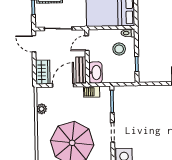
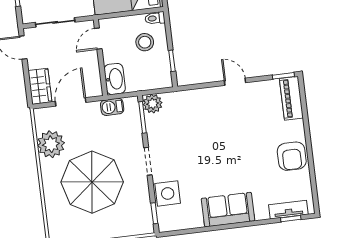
bench: (81, 70) -> (94, 77), removed
plant: (120, 92) -> (153, 104), added
plant: (42, 109) -> (51, 144), width x1.88, depth x1.88

